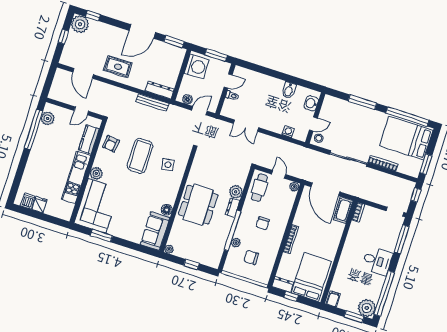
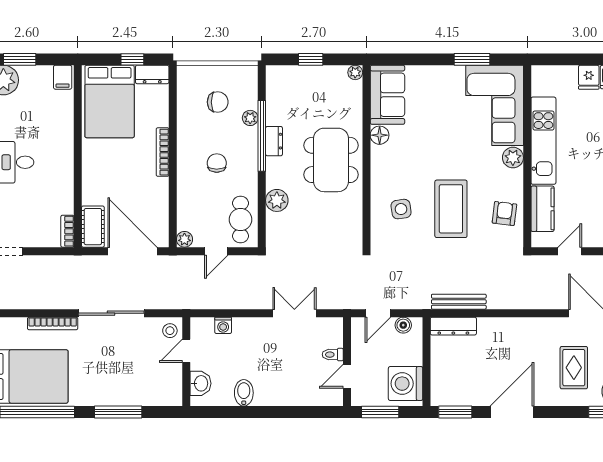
rug: (118, 67) -> (574, 368), moved, turned 90
door: (279, 174) -> (216, 251), hinge flipped
dresser: (232, 208) -> (274, 141), moved

